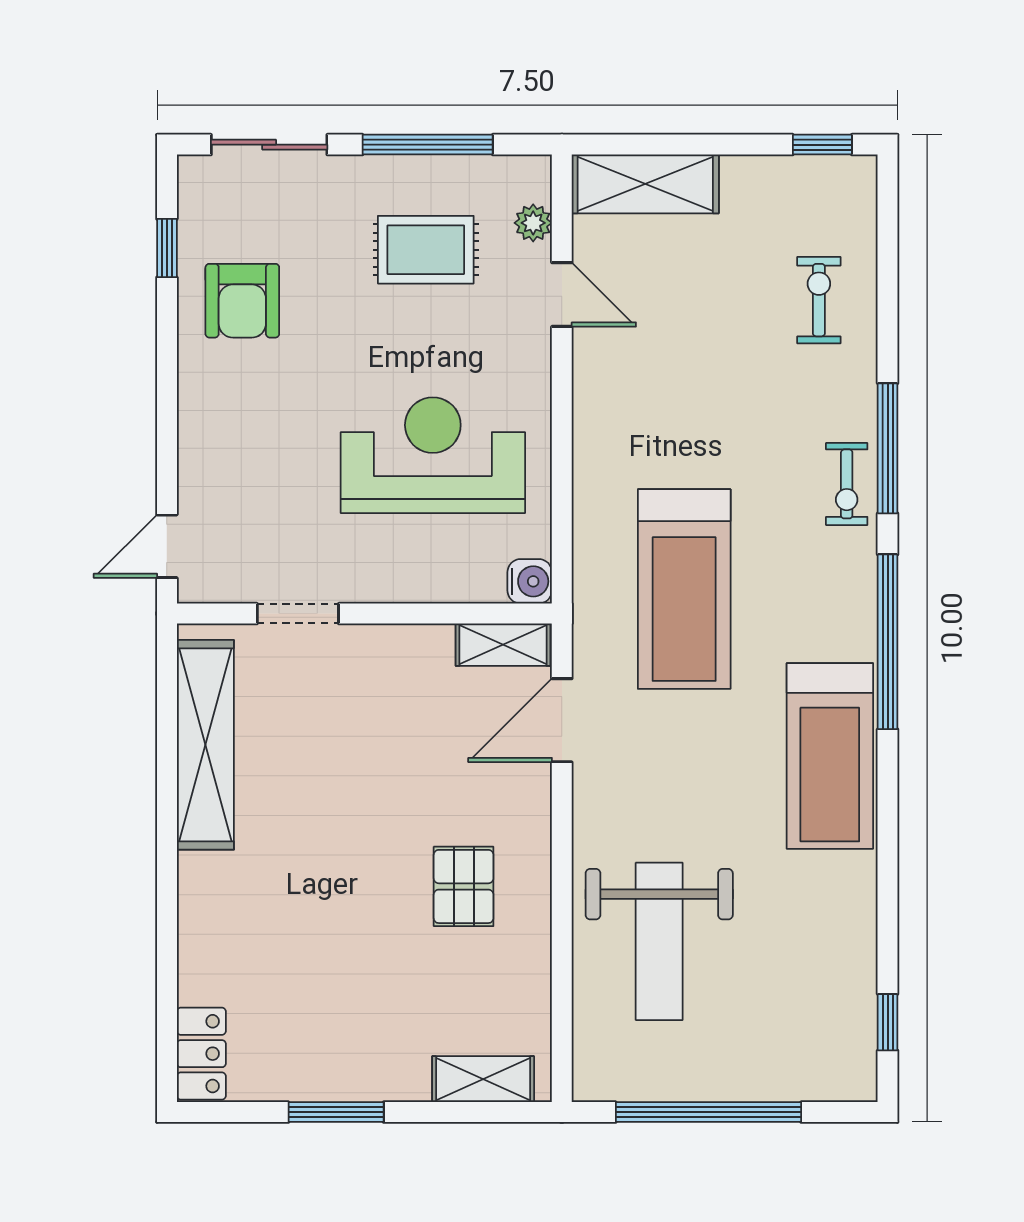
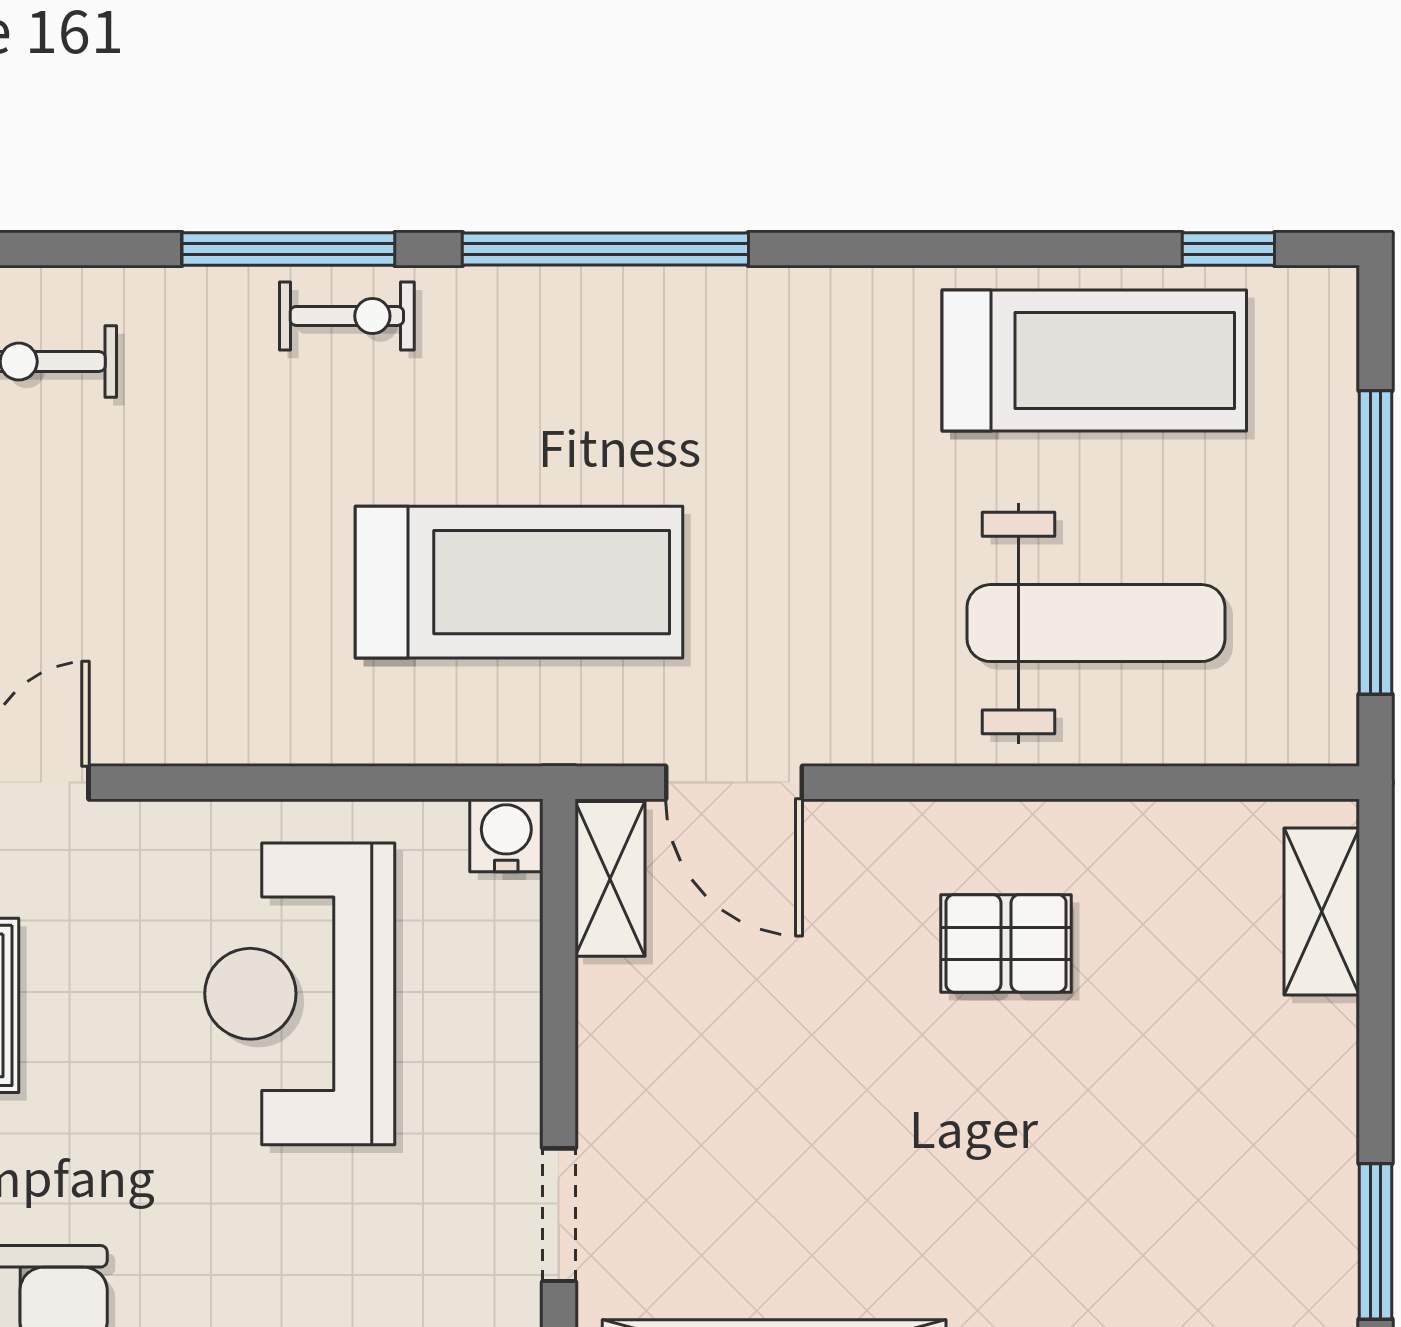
treadmill: (830, 756) -> (1094, 361), moved
window: (336, 1112) -> (1376, 1241), moved

